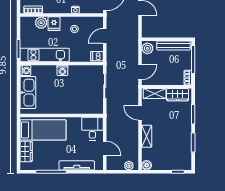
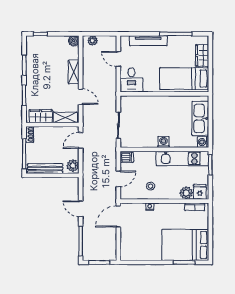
fridge: (54, 24) -> (200, 192), moved

